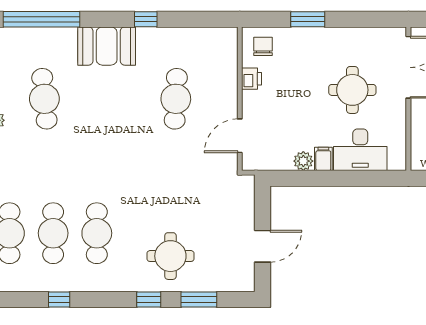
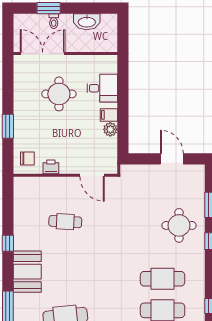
chair: (263, 46) -> (27, 159), turned 180
cafe table: (176, 99) -> (65, 222), width x0.73, depth x0.74
desk: (360, 150) -> (102, 88), width x0.73

